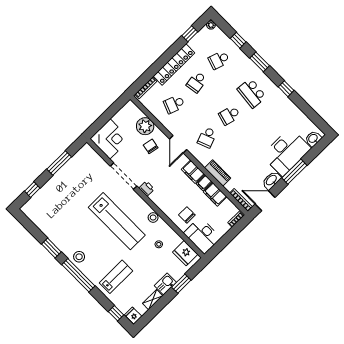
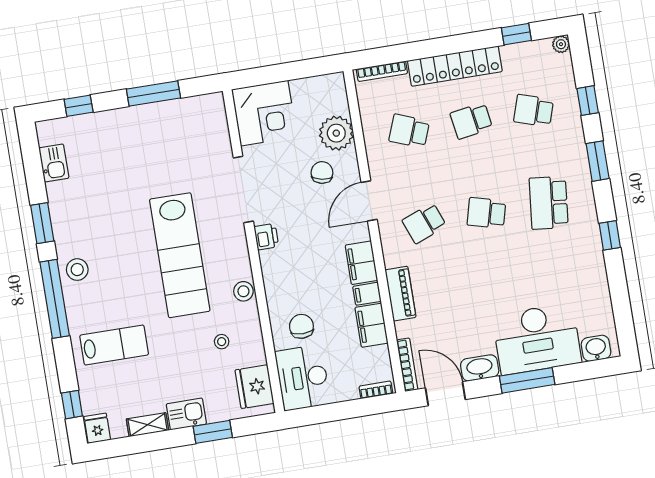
kitchen sink: (39, 220) -> (54, 163), added

